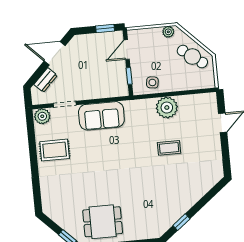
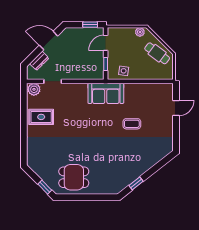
plant: (167, 108) -> (133, 92), removed
sofa: (101, 116) -> (106, 93), moved

